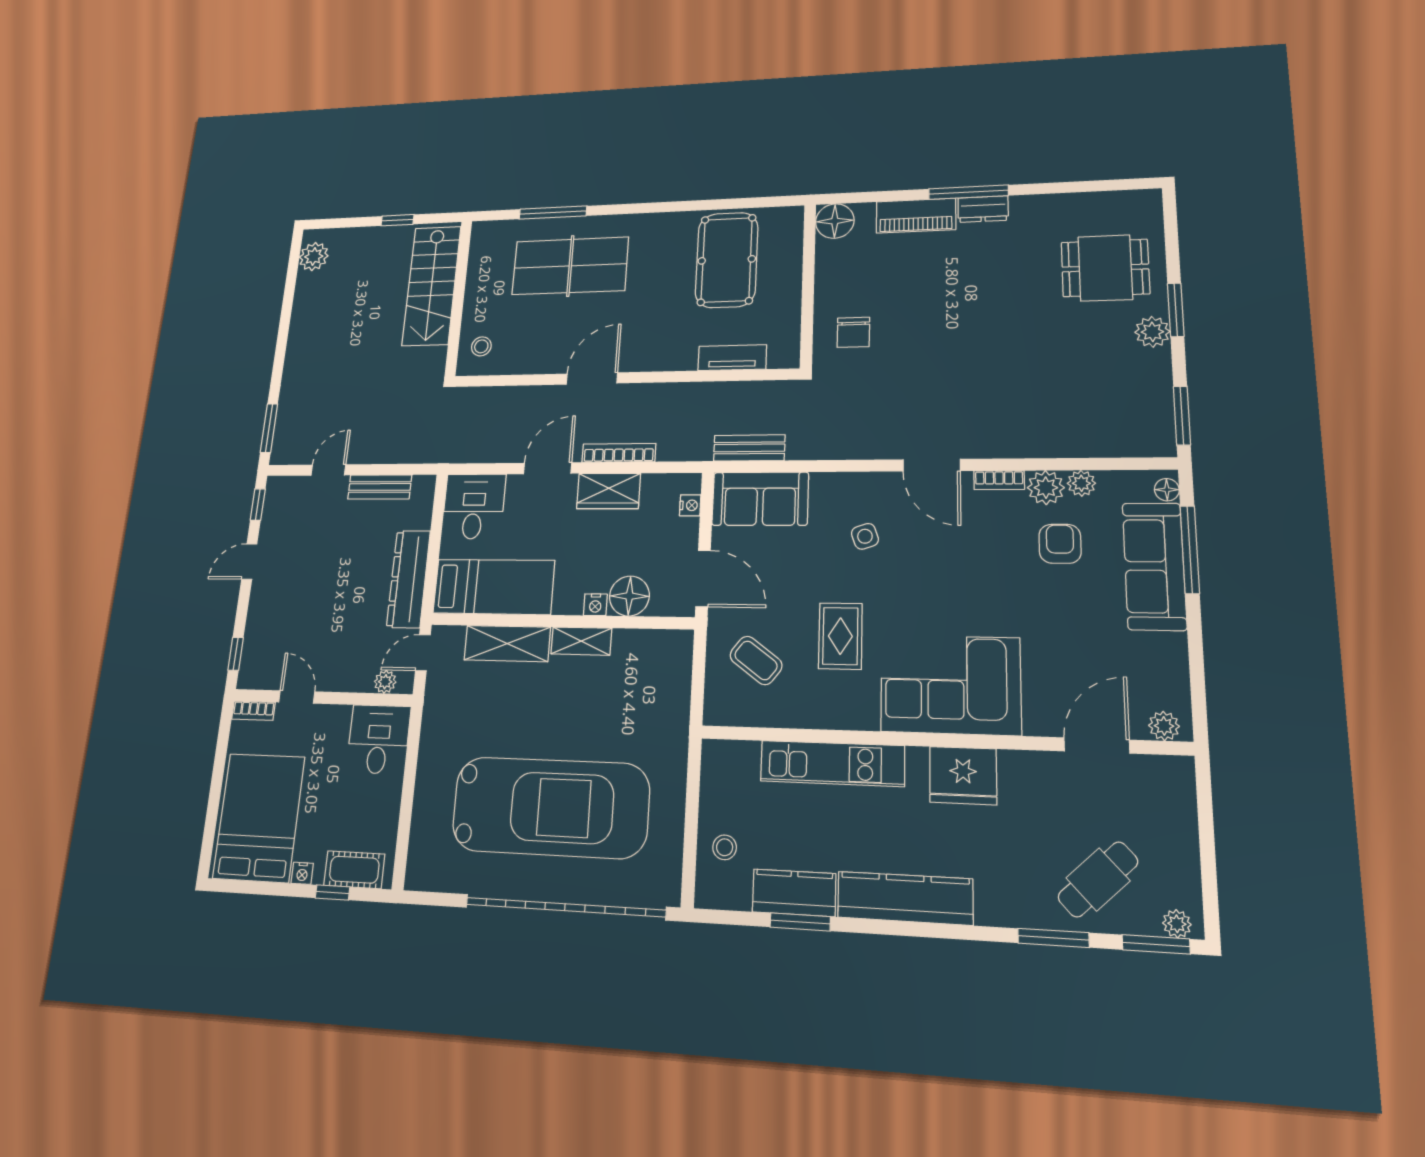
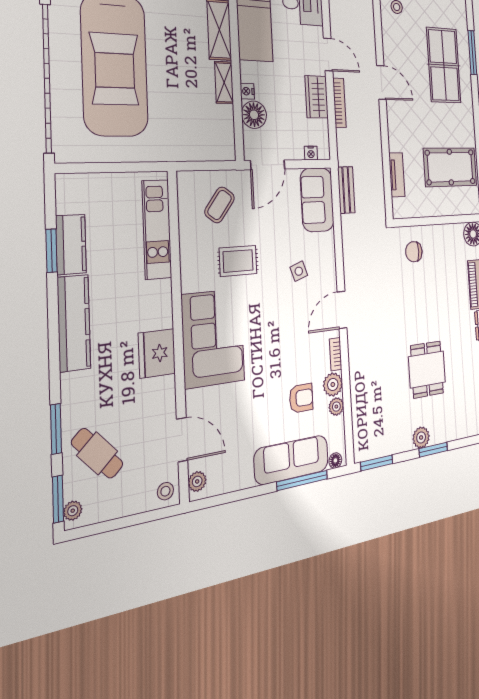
dining table: (1105, 268) -> (427, 369), moved
kitchen unit: (832, 763) -> (157, 229), moved
stool: (725, 847) -> (165, 491), moved

